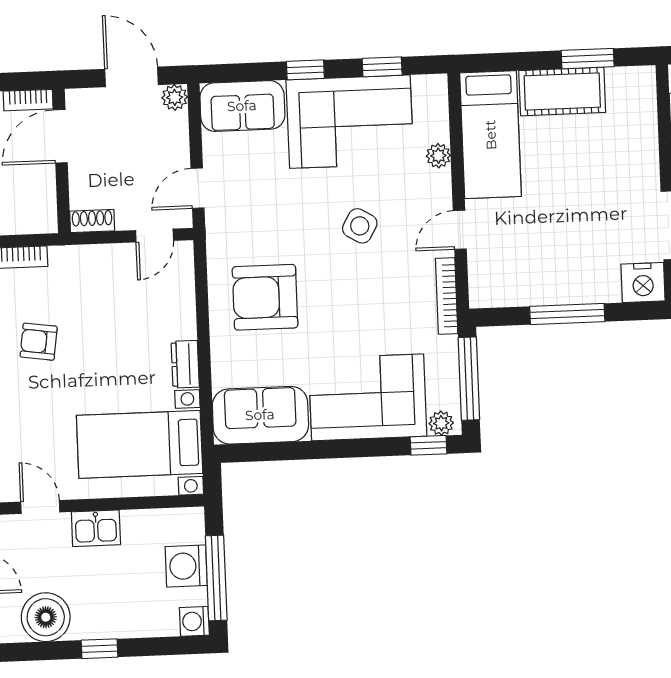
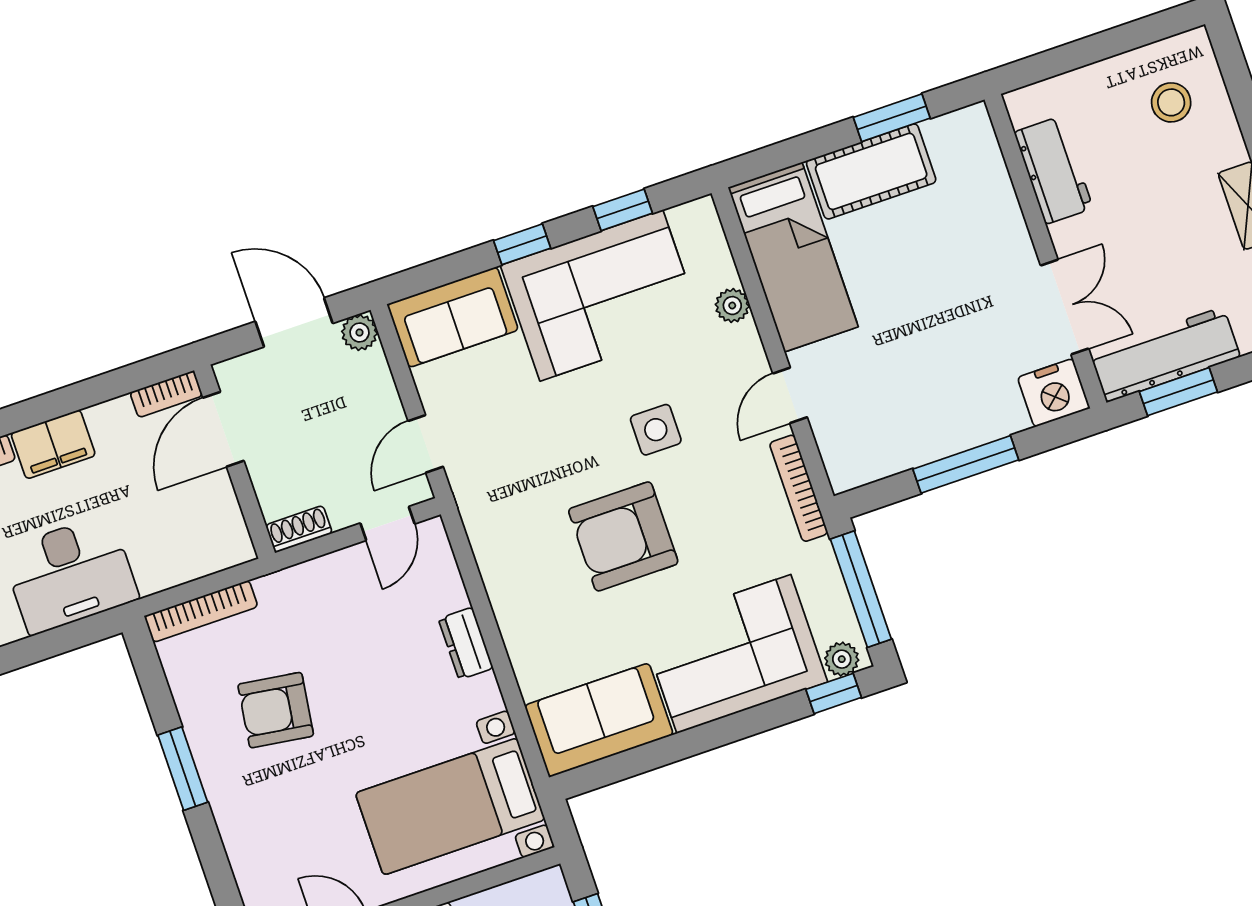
side table: (360, 226) -> (656, 430), turned -30
armchair: (265, 297) -> (623, 536), moved
armchair: (39, 342) -> (276, 710), width x1.38, depth x1.38
dresser: (185, 364) -> (466, 643), moved

